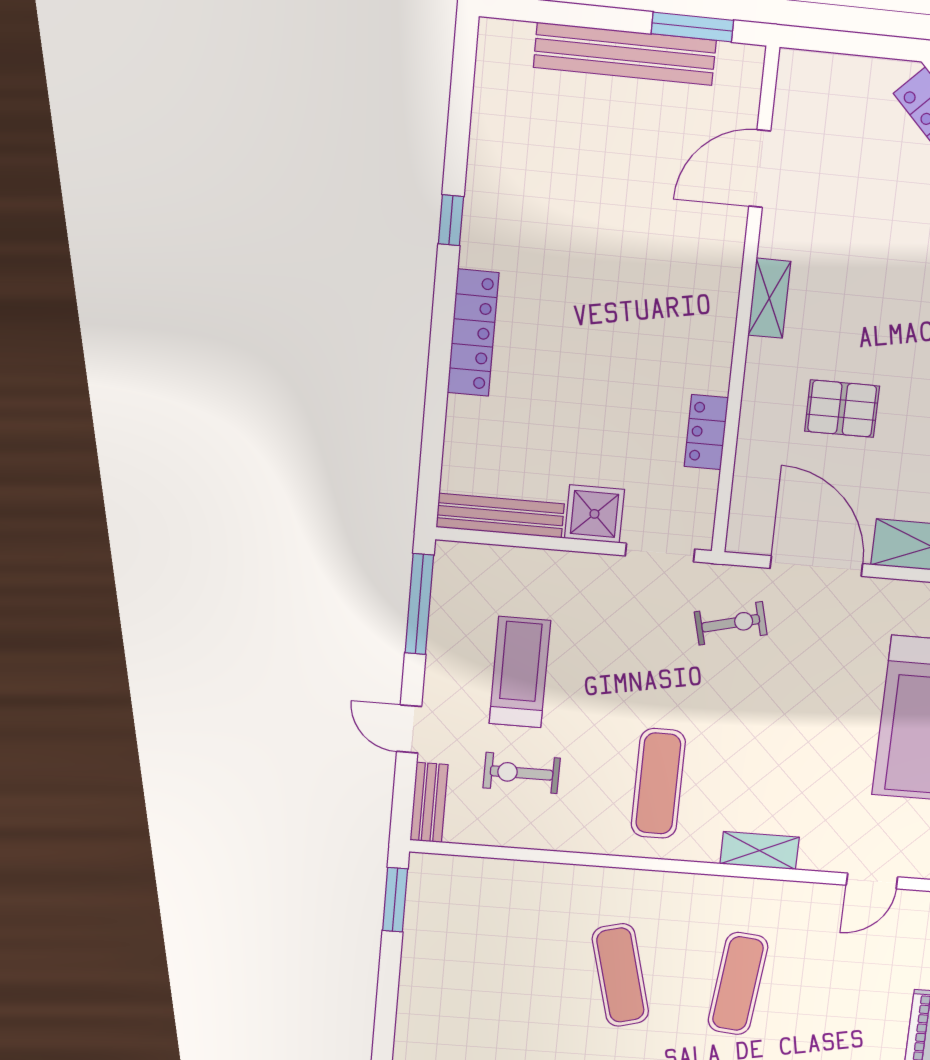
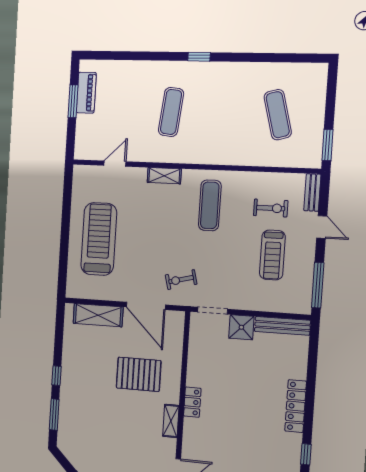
pallet: (842, 409) -> (139, 374), width x1.50, depth x1.42
locker: (706, 432) -> (192, 402), moved
exercise mat: (620, 975) -> (278, 115), moved

